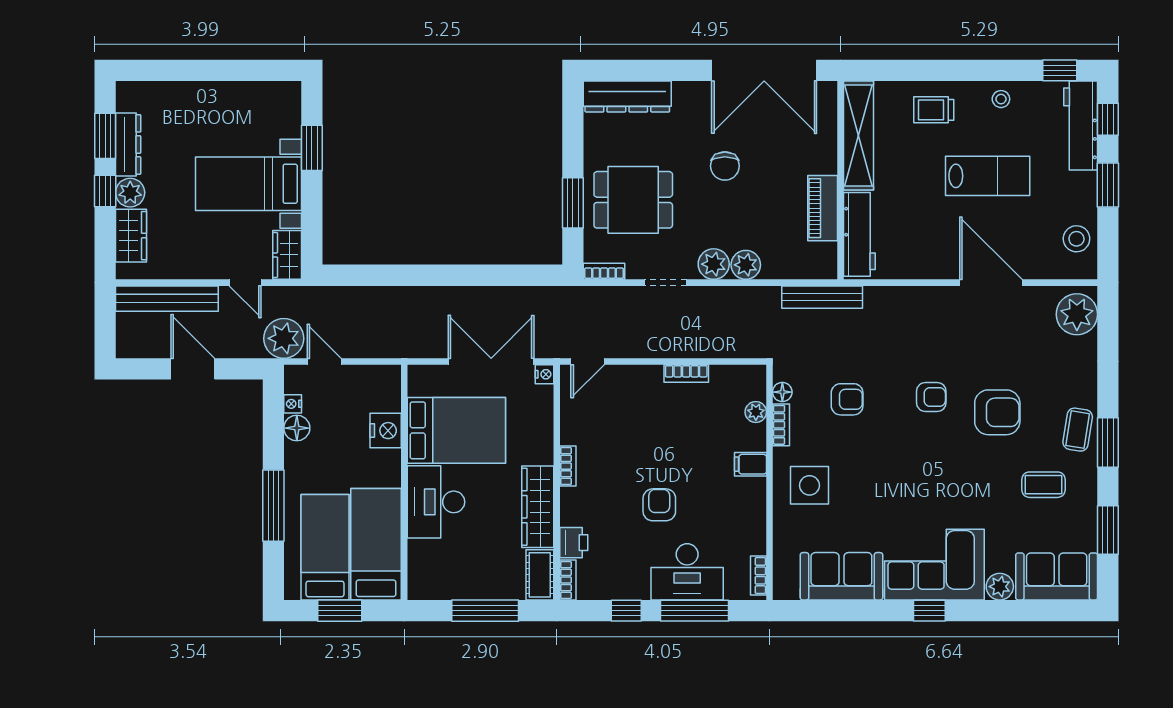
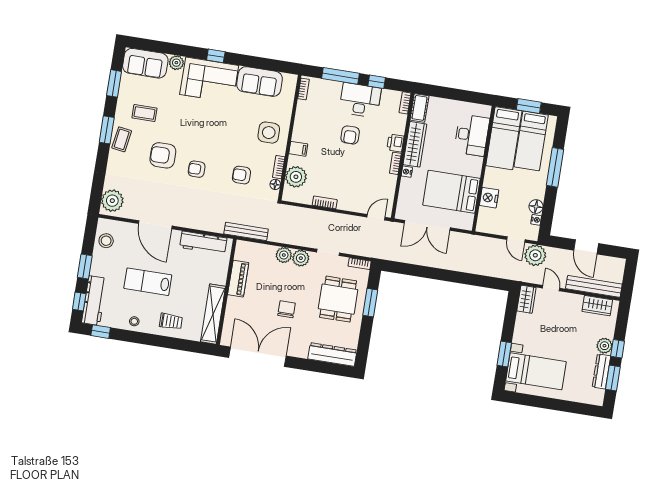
bed with nightstands: (248, 184) -> (536, 371), moved
dining table: (633, 200) -> (338, 299), turned 90
workbench: (859, 234) -> (203, 243), moved, turned -90
wardrobe: (131, 236) -> (597, 306), moved, turned -90
nightstand: (544, 374) -> (407, 172), moved
plant: (756, 412) -> (296, 177), width x1.87, depth x1.87
desk: (436, 502) -> (472, 135), moved
printer: (574, 543) -> (395, 143), moved
desk: (687, 572) -> (360, 100), moved
window: (485, 611) -> (452, 94), removed

